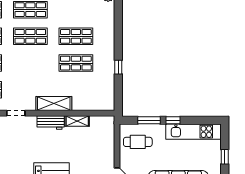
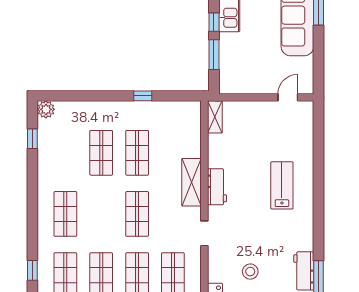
shop shelf: (30, 36) -> (137, 214), moved
shelving: (77, 121) -> (215, 117), moved
cafe table: (138, 142) -> (243, 70), removed

